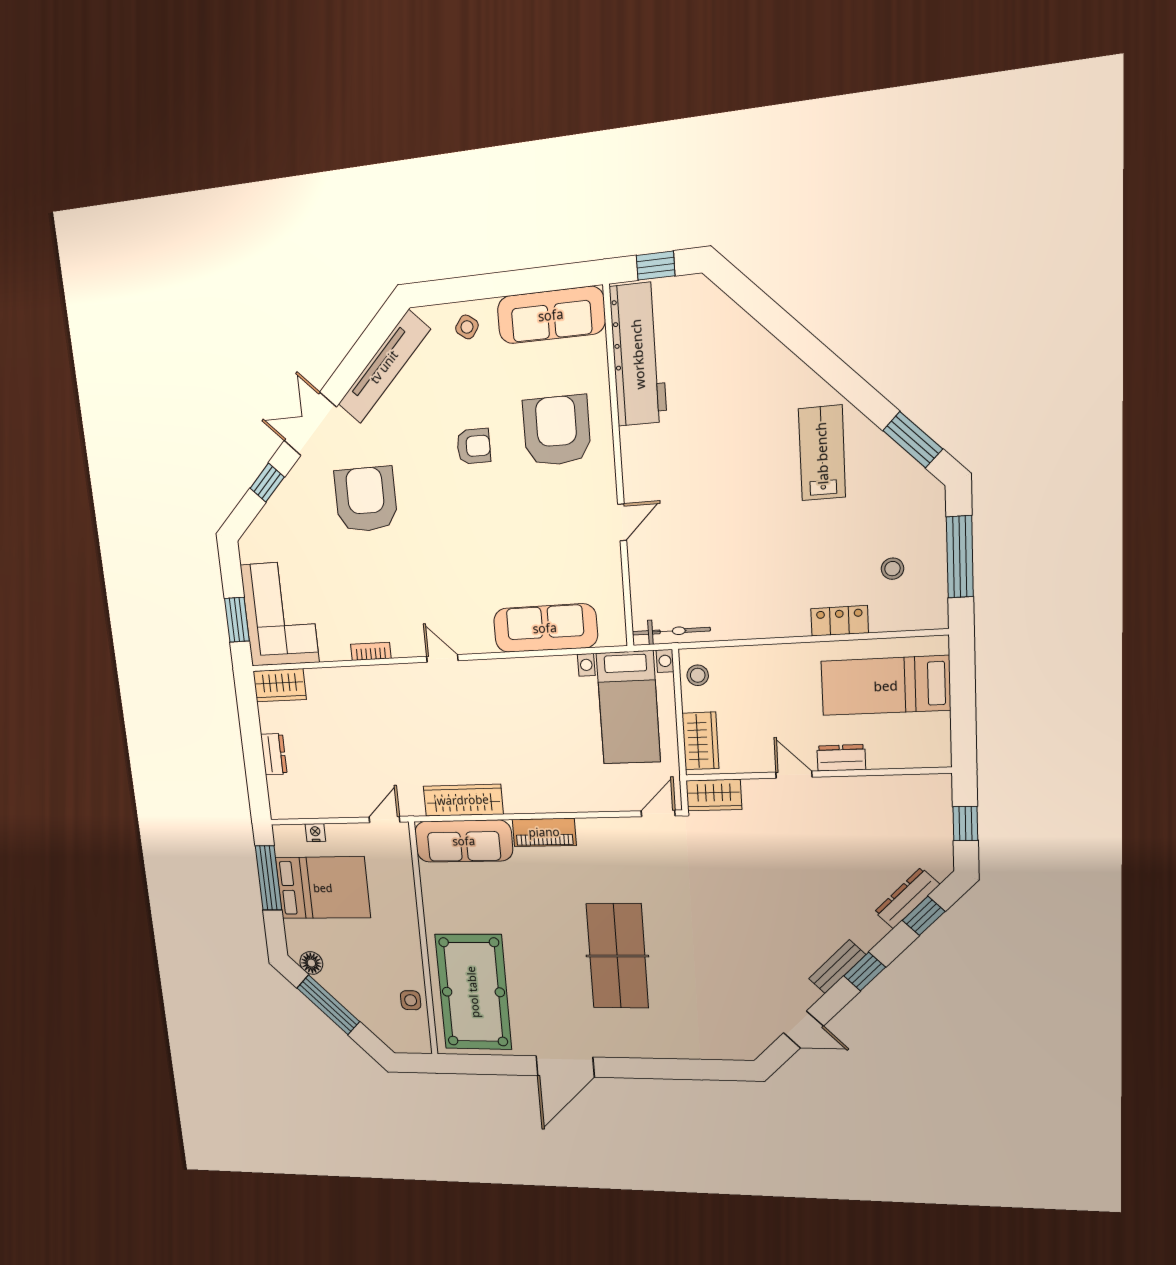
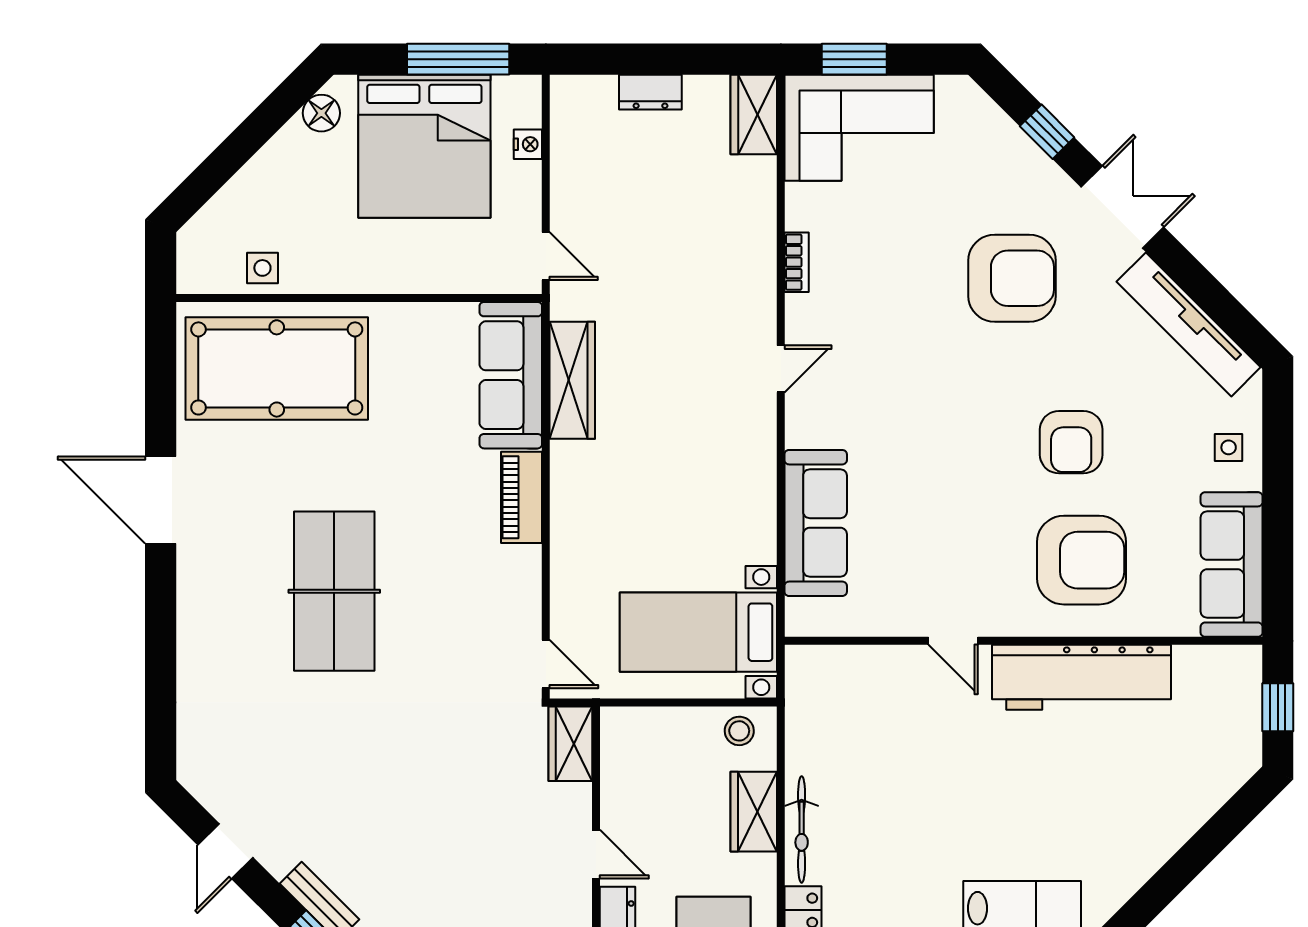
side table: (467, 327) -> (1229, 447), turned -36
workbench: (638, 354) -> (1081, 677), moved
armchair: (474, 446) -> (1071, 442), width x1.38, depth x1.38
bicycle: (671, 631) -> (802, 829), moved
wardrobe: (700, 741) -> (754, 812), moved, turned 90
door: (794, 775) -> (596, 854), hinge flipped
bed: (323, 888) -> (424, 146), width x1.36
table tennis table: (617, 956) -> (334, 591), turned 90
window: (328, 1005) -> (253, 133), removed

